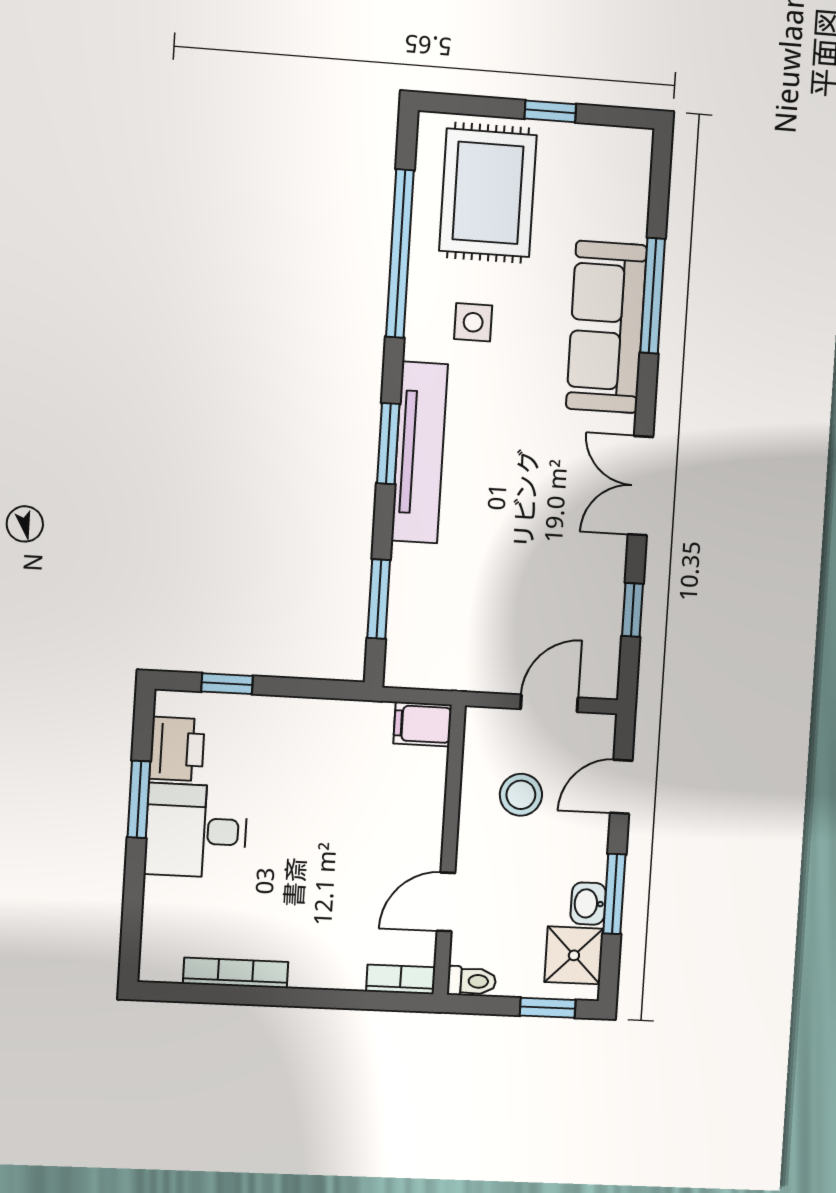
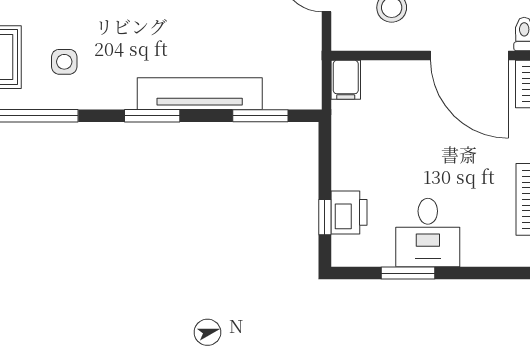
tv unit: (420, 452) -> (200, 94), moved
printer: (177, 749) -> (349, 212), moved, turned 90
door: (446, 902) -> (469, 56), width x1.87

